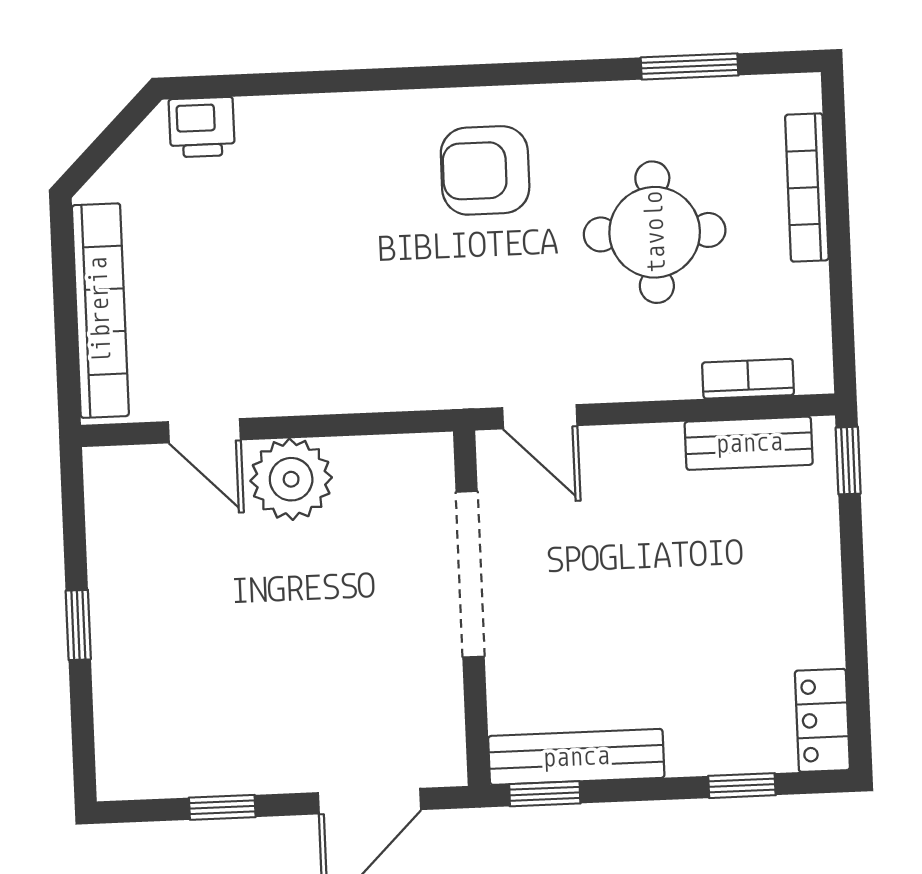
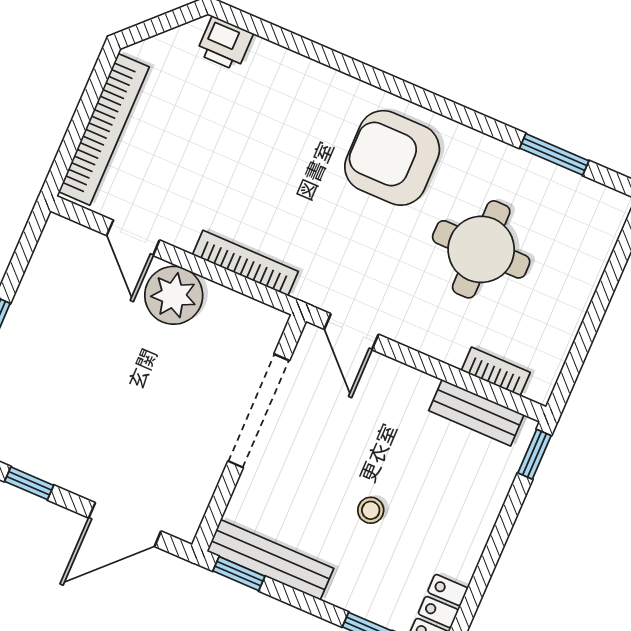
armchair: (485, 170) -> (392, 158), width x1.36, depth x1.36
bookcase: (807, 187) -> (245, 263), moved, turned 90
stool: (674, 632) -> (371, 510), added

